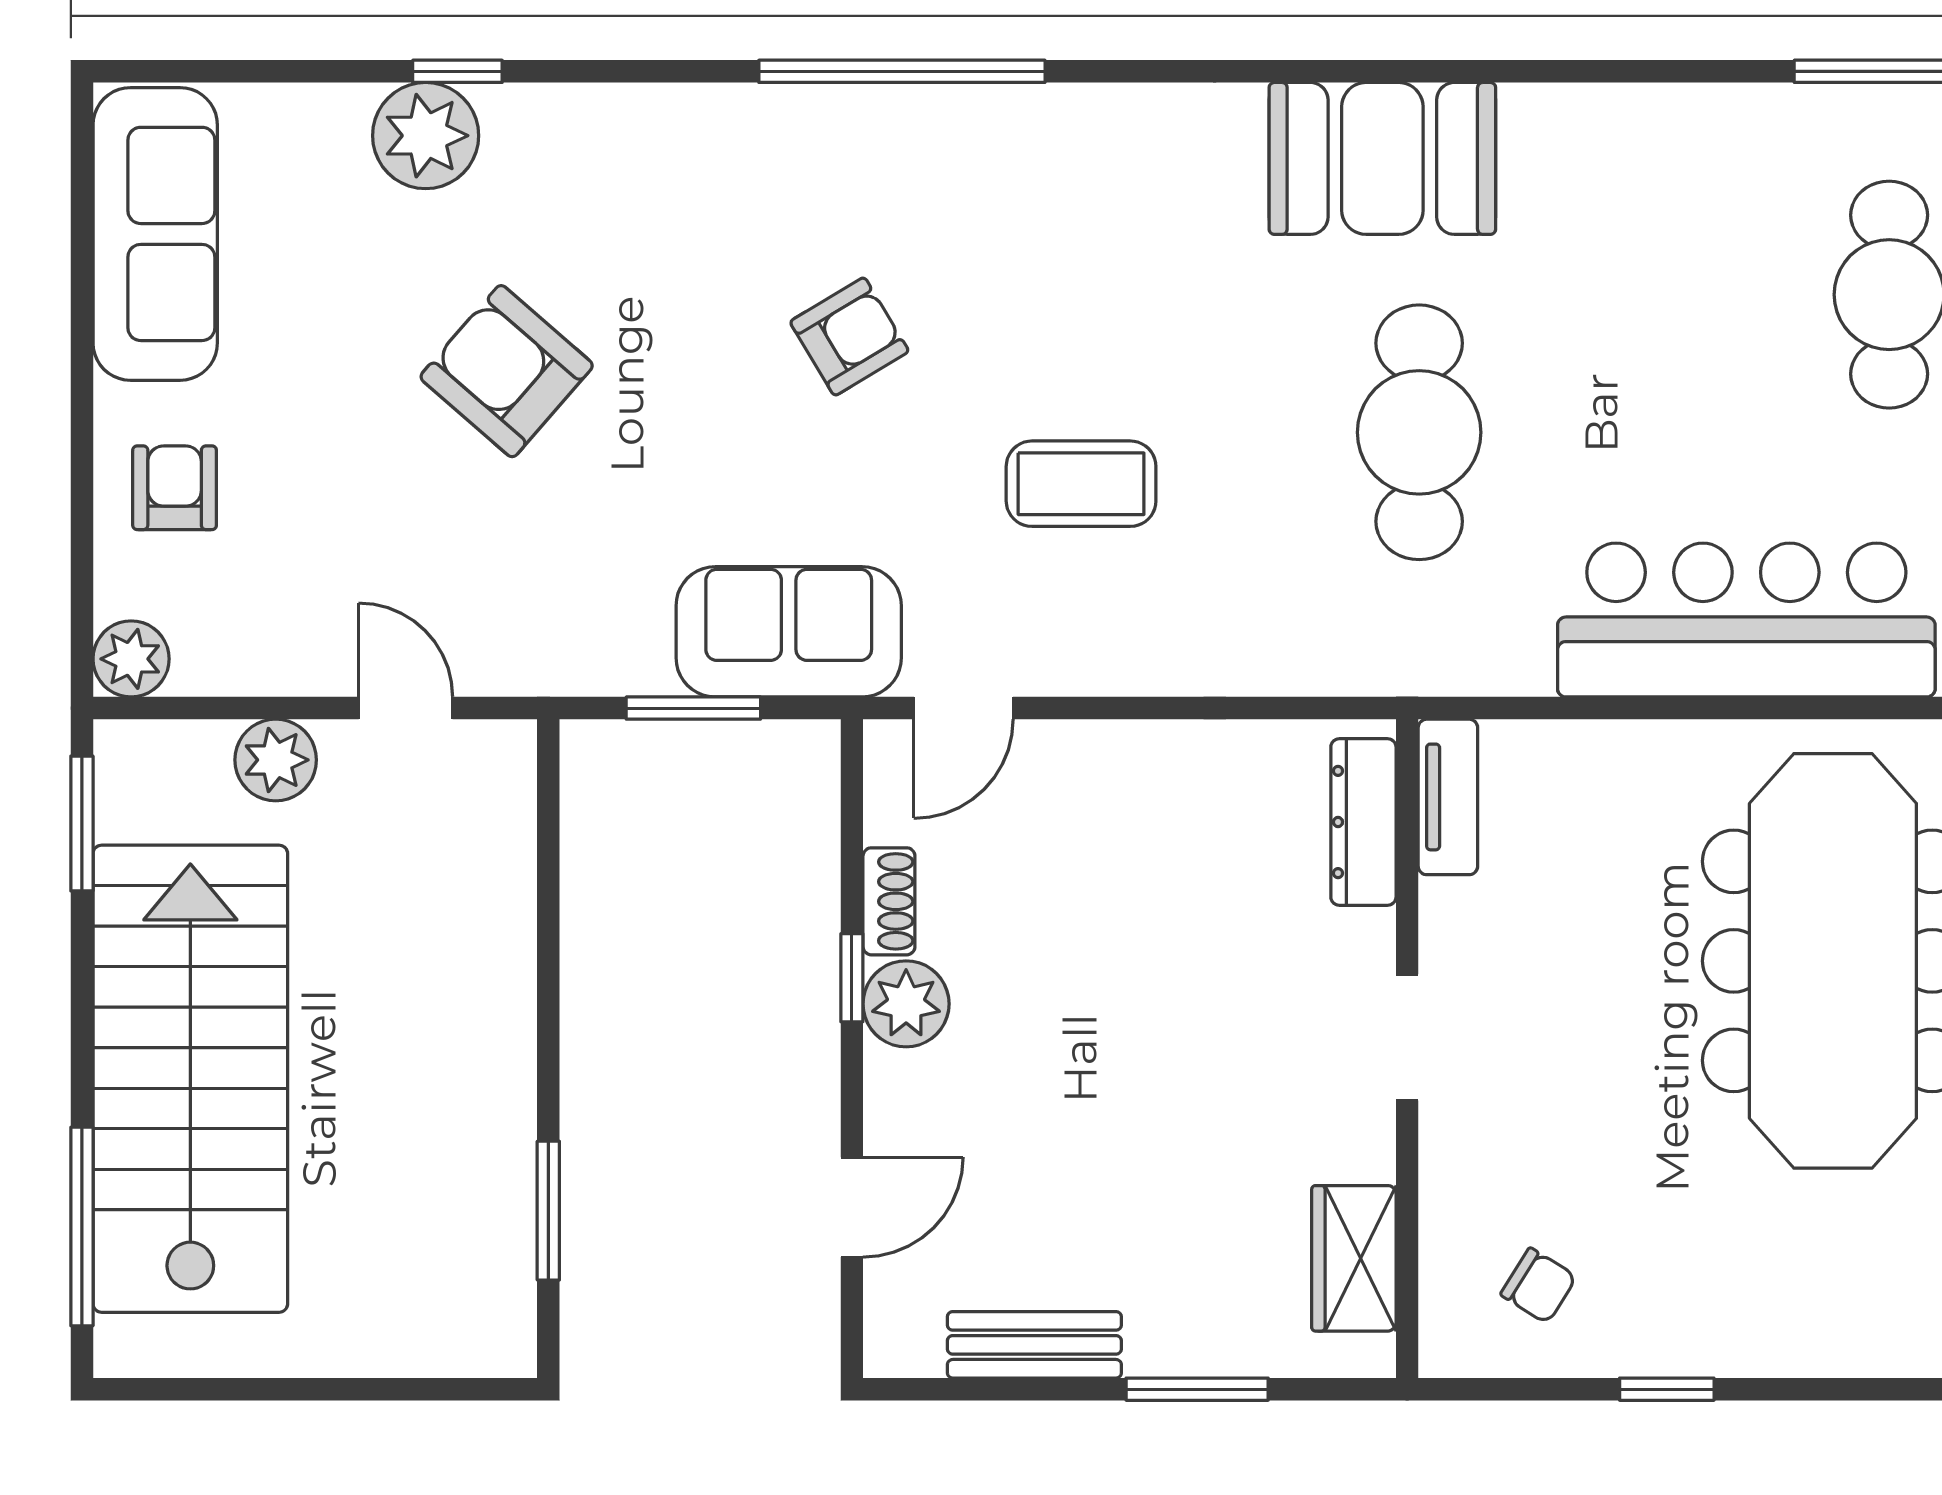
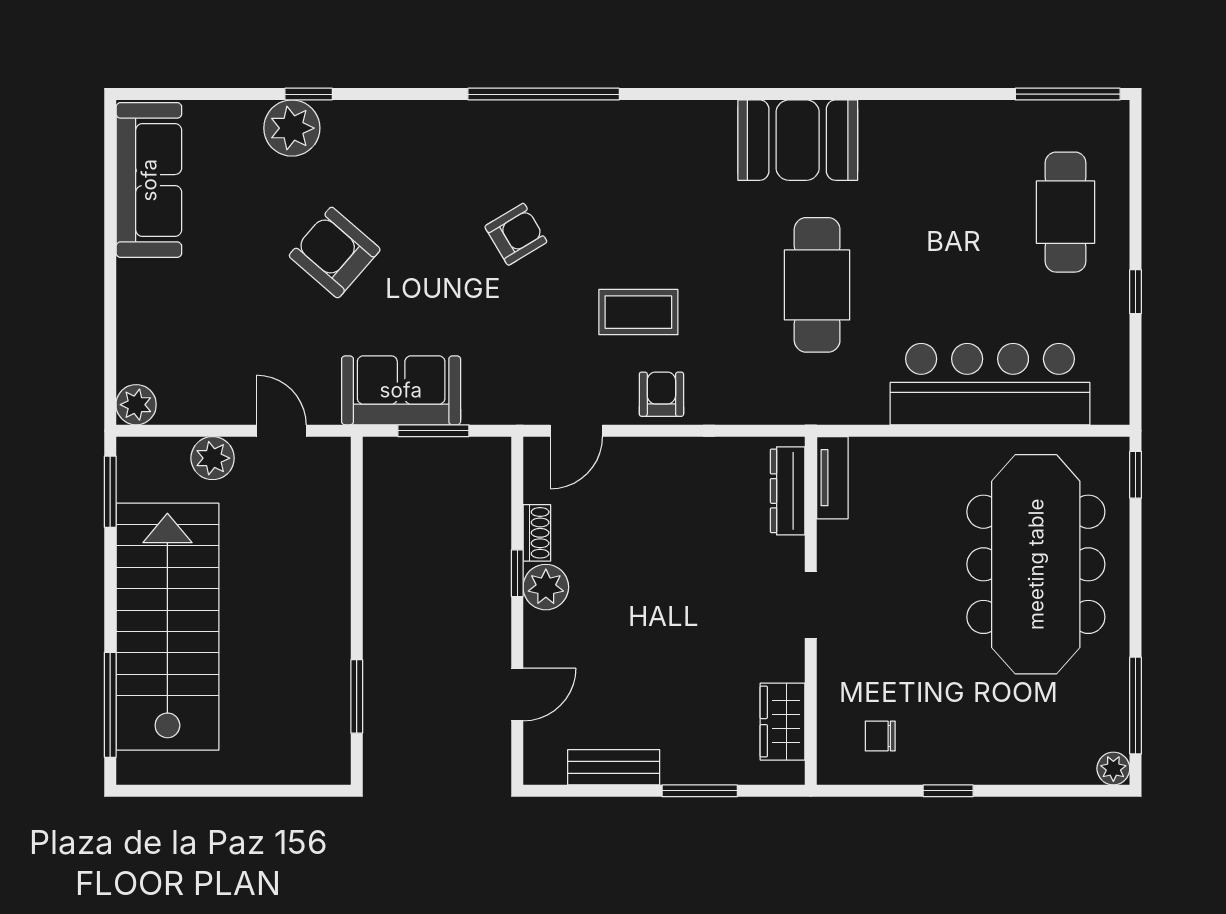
armchair: (175, 488) -> (661, 394), moved
sofa: (789, 632) -> (401, 390), moved
chair: (1539, 1286) -> (880, 736), turned 148

